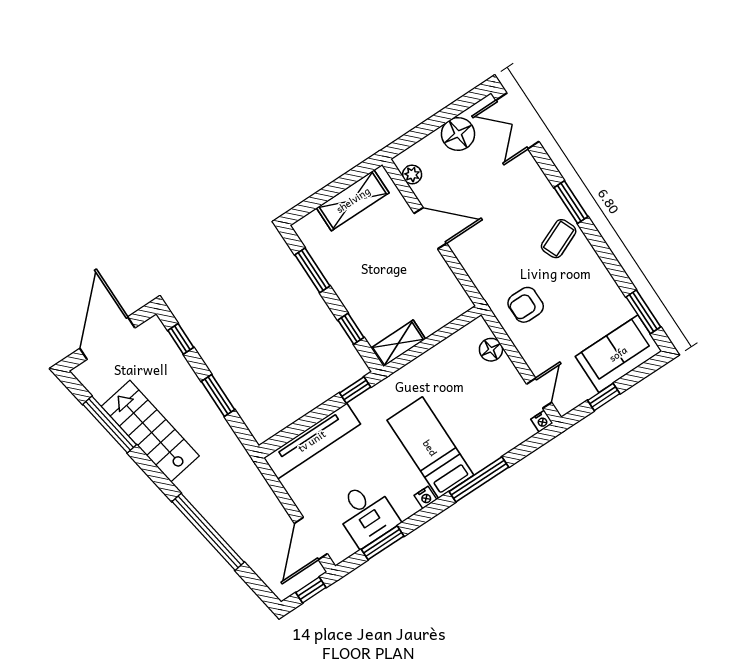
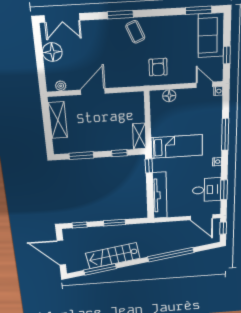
bed: (430, 448) -> (177, 146), moved, turned 180

